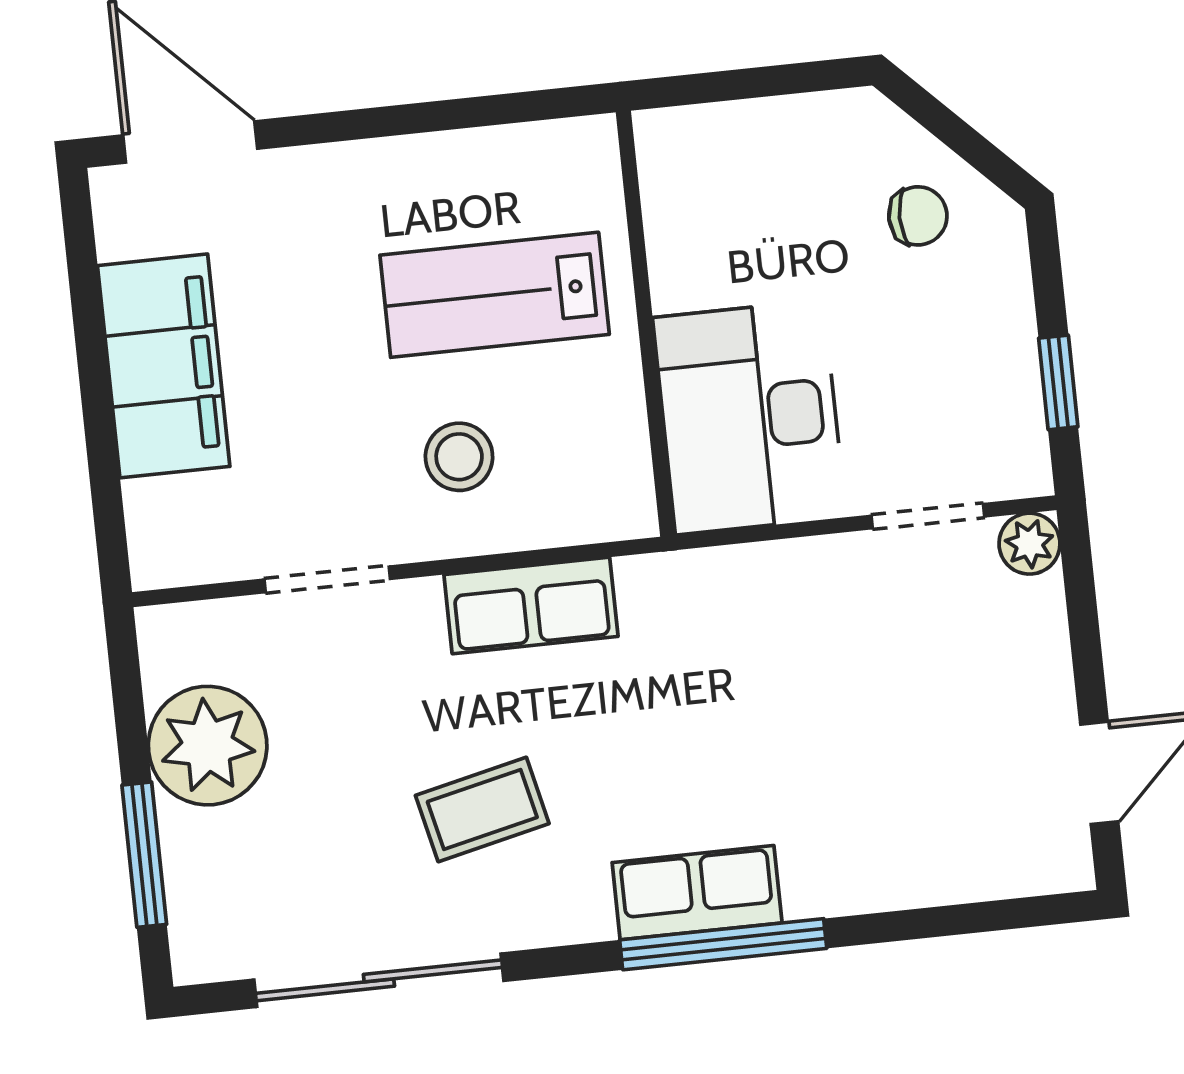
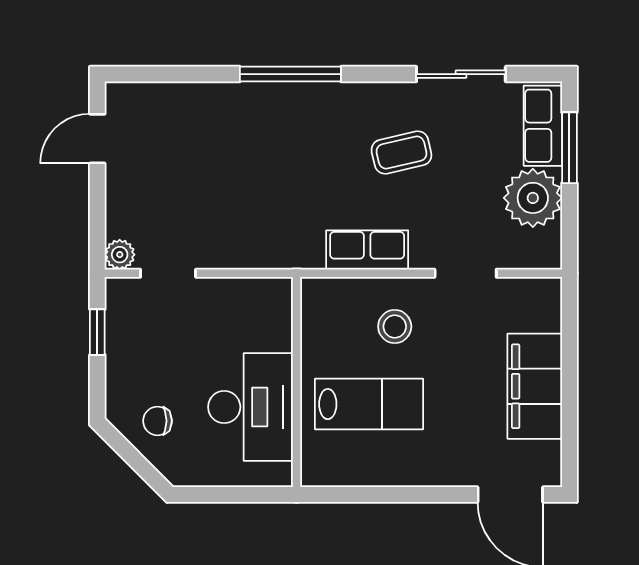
desk: (749, 417) -> (250, 407), moved
row of seats: (697, 893) -> (543, 126), moved, turned 90
sliding door: (379, 980) -> (461, 74), width x0.73

